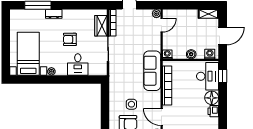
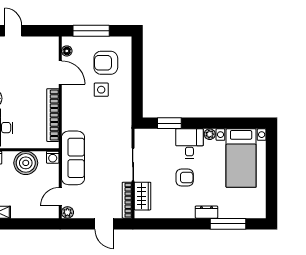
boiler: (191, 54) -> (26, 163), width x1.86, depth x1.86
desk: (78, 65) -> (189, 143), moved
sofa: (152, 71) -> (73, 158), moved
window: (81, 80) -> (169, 123), added

